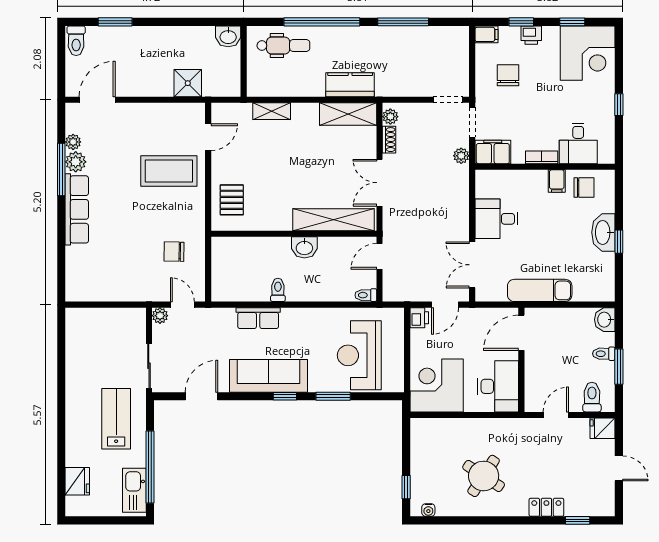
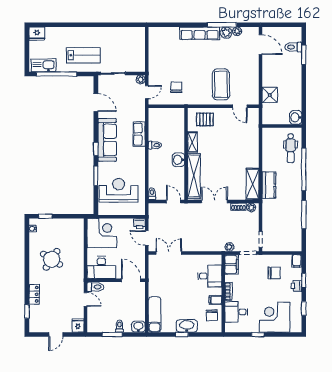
toilet: (76, 41) -> (293, 47), moved
corner desk: (588, 53) -> (275, 317), moved, turned 90
shelving: (272, 111) -> (192, 142), moved
desk: (496, 219) -> (210, 276), moved, turned 90
exam couch: (540, 290) -> (155, 314), moved
toilet: (592, 397) -> (95, 287), moved
fridge: (77, 481) -> (37, 34), moved

